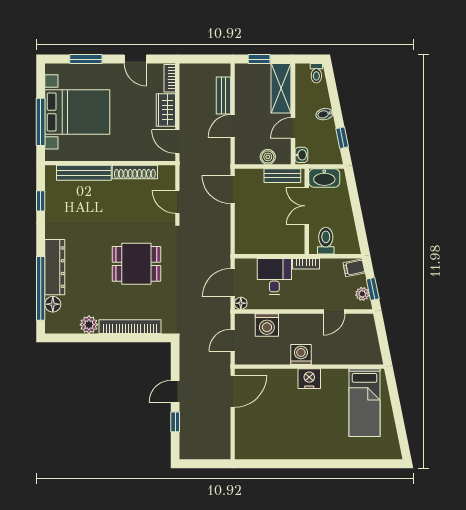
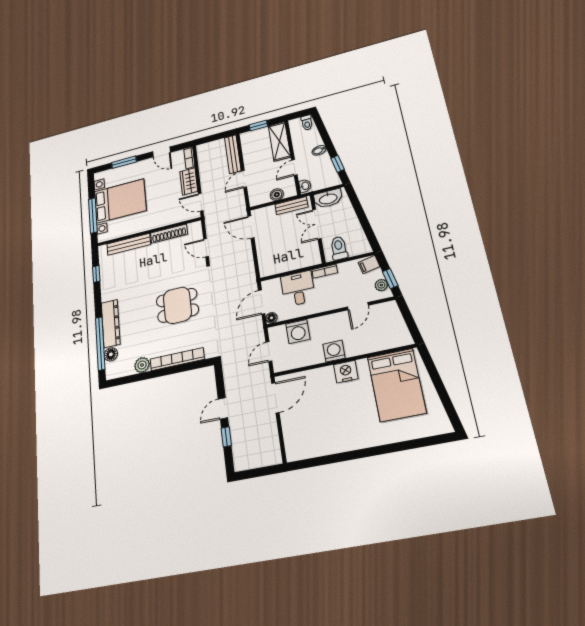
bench: (223, 96) -> (233, 154), width x1.36
bed: (364, 403) -> (397, 385), width x1.50

